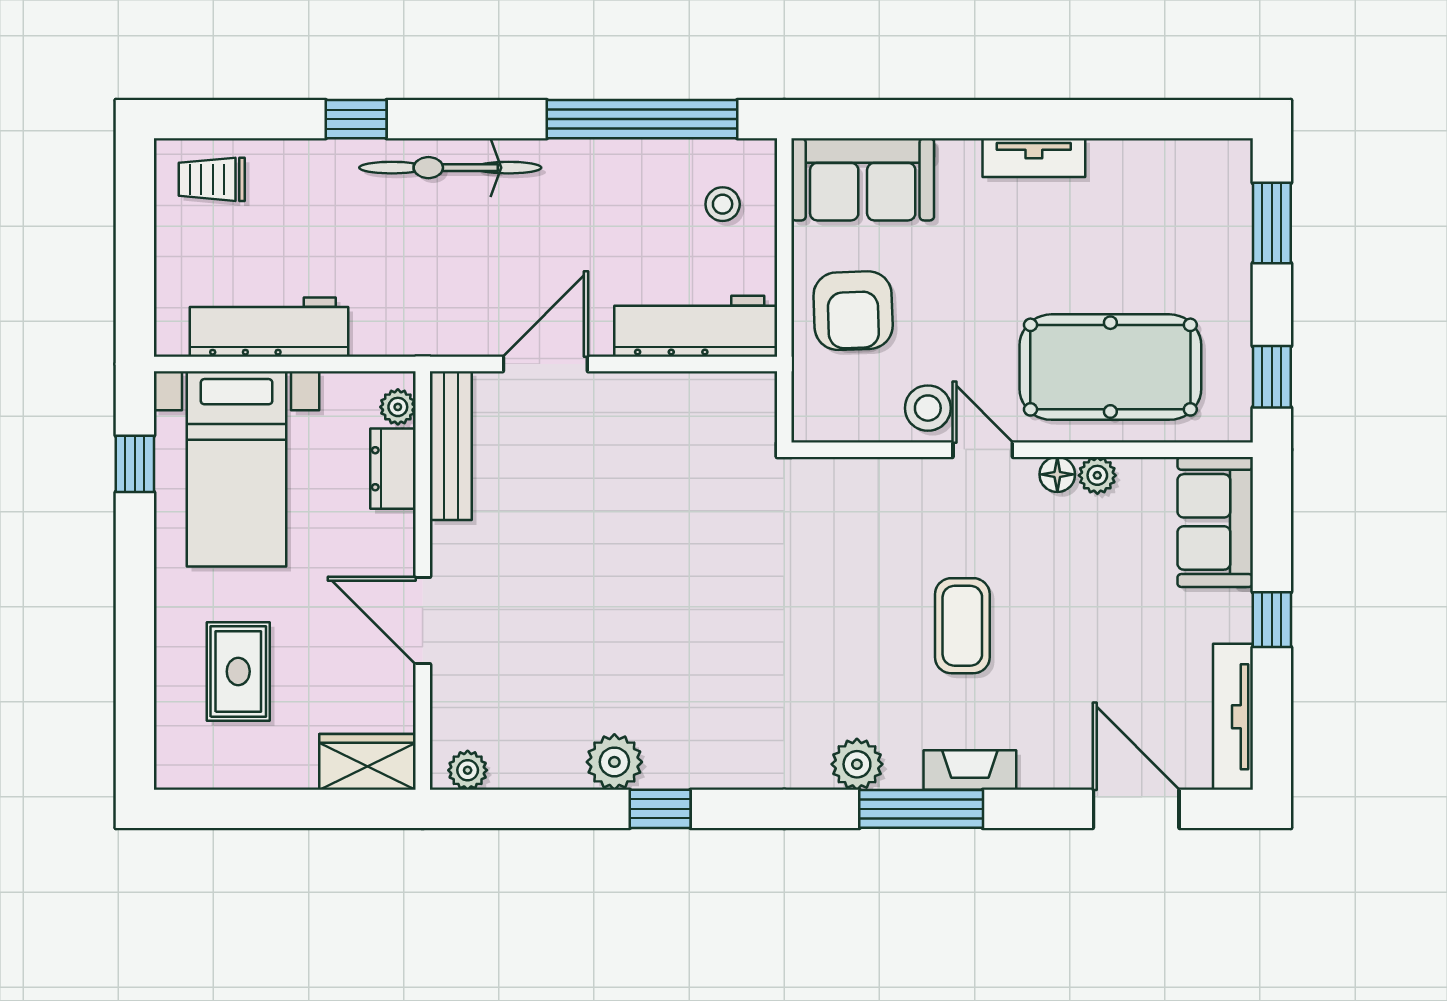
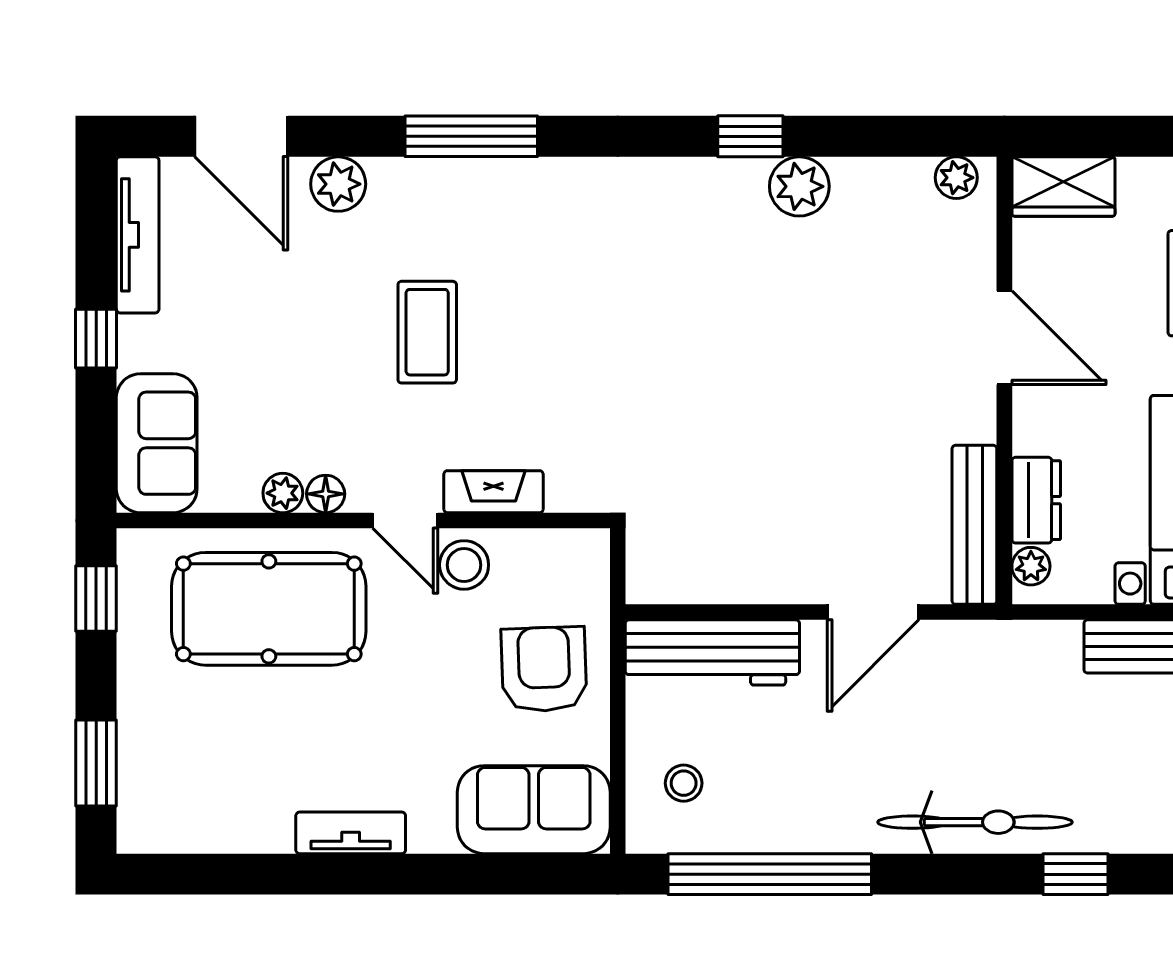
plant: (857, 764) -> (338, 184), moved
fireplace: (970, 770) -> (493, 492), moved, turned 180

